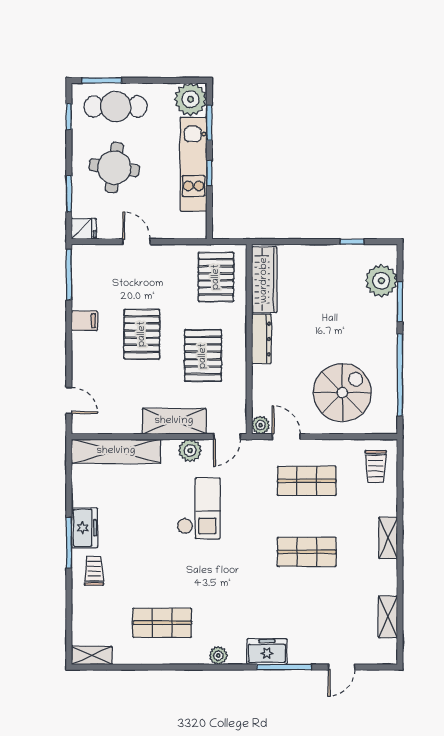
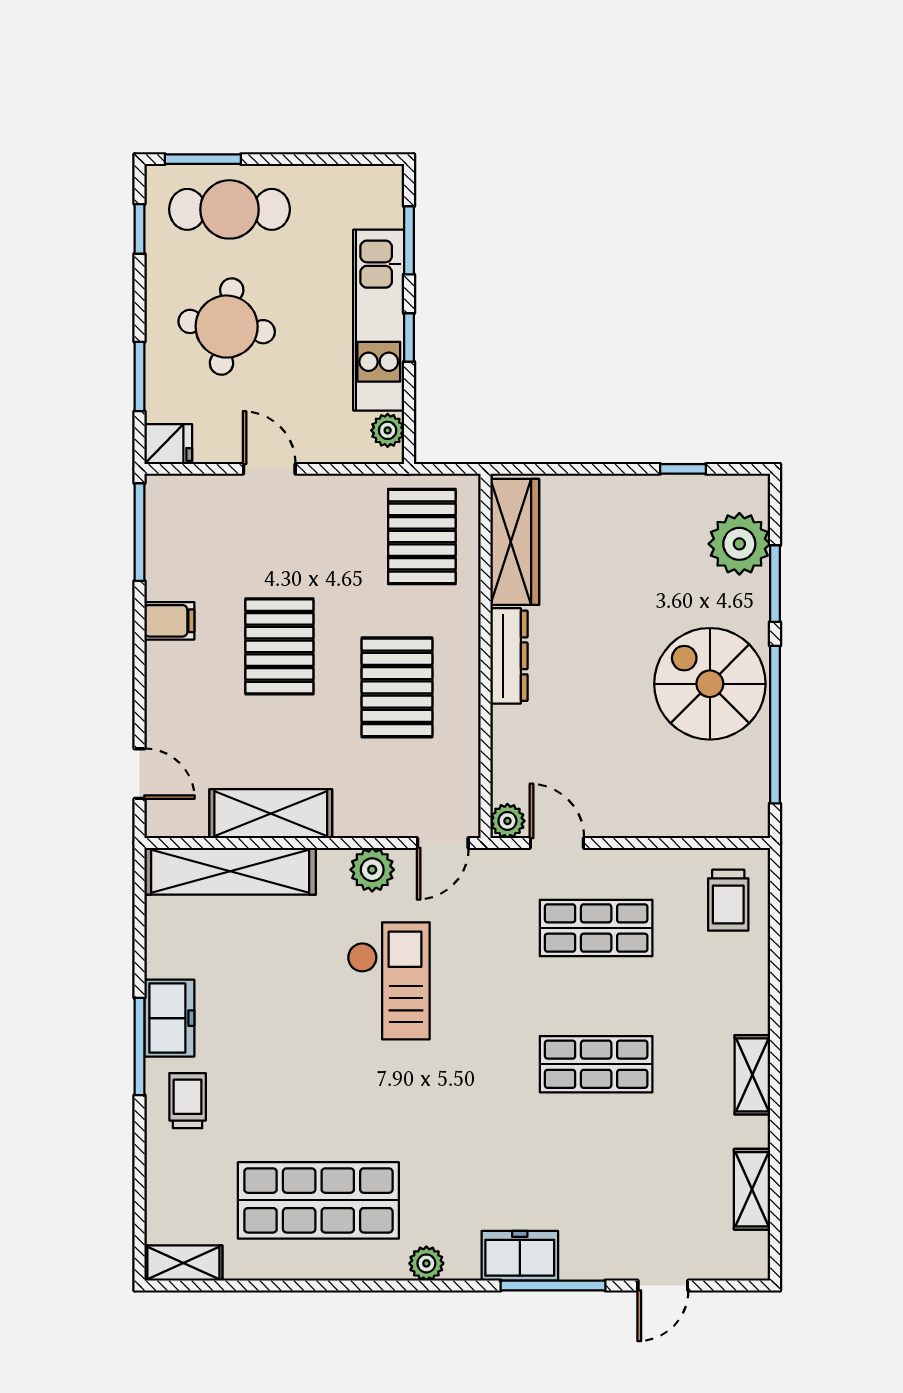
plant: (191, 99) -> (388, 430), moved, width x0.53, depth x0.53
spiral stairs: (342, 393) -> (710, 684), moved, turned -90
shelving: (174, 421) -> (271, 814), moved
shelving: (388, 538) -> (752, 1075), moved
shop shelf: (162, 623) -> (318, 1200), width x1.43, depth x1.36

